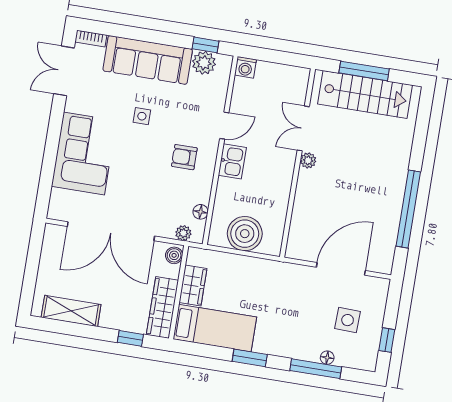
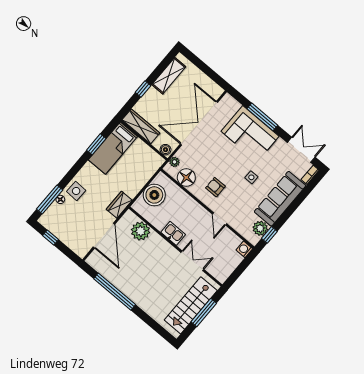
window: (51, 150) -> (262, 117), added
armchair: (184, 157) -> (215, 187), turned -90
plant: (308, 160) -> (141, 231), moved, width x1.87, depth x1.87
kitchen sink: (232, 161) -> (173, 233), moved, turned 180
floor lamp: (200, 212) -> (186, 178), width x1.89, depth x1.89
wardrobe: (193, 285) -> (119, 205), moved, turned 90
side table: (348, 320) -> (76, 191), moved
window: (130, 338) -> (143, 89), moved
window: (250, 358) -> (96, 144), moved
window: (316, 369) -> (50, 200), moved

